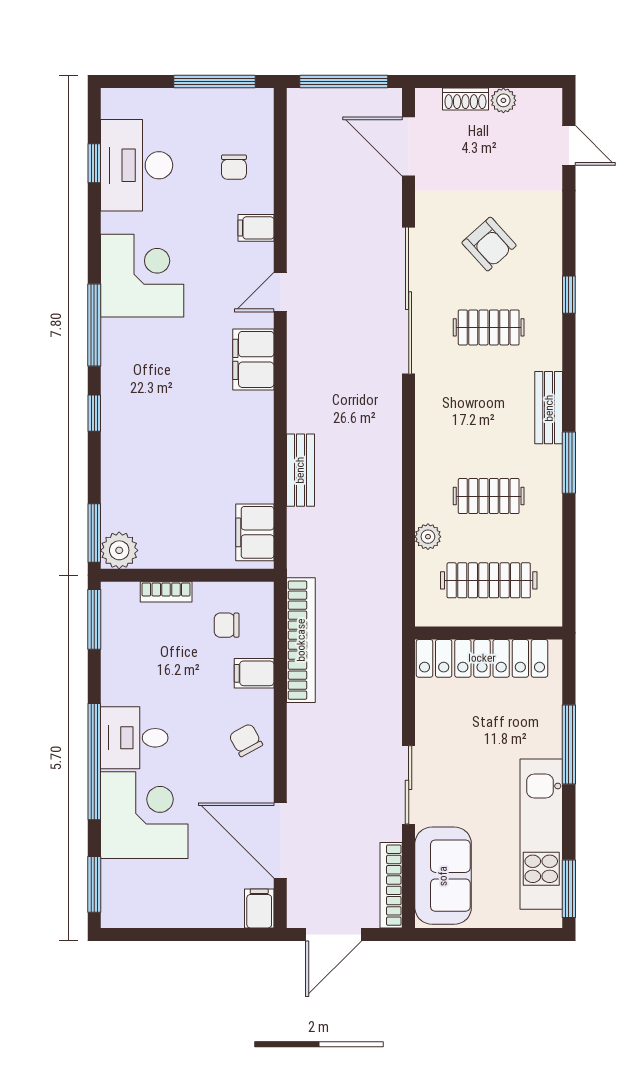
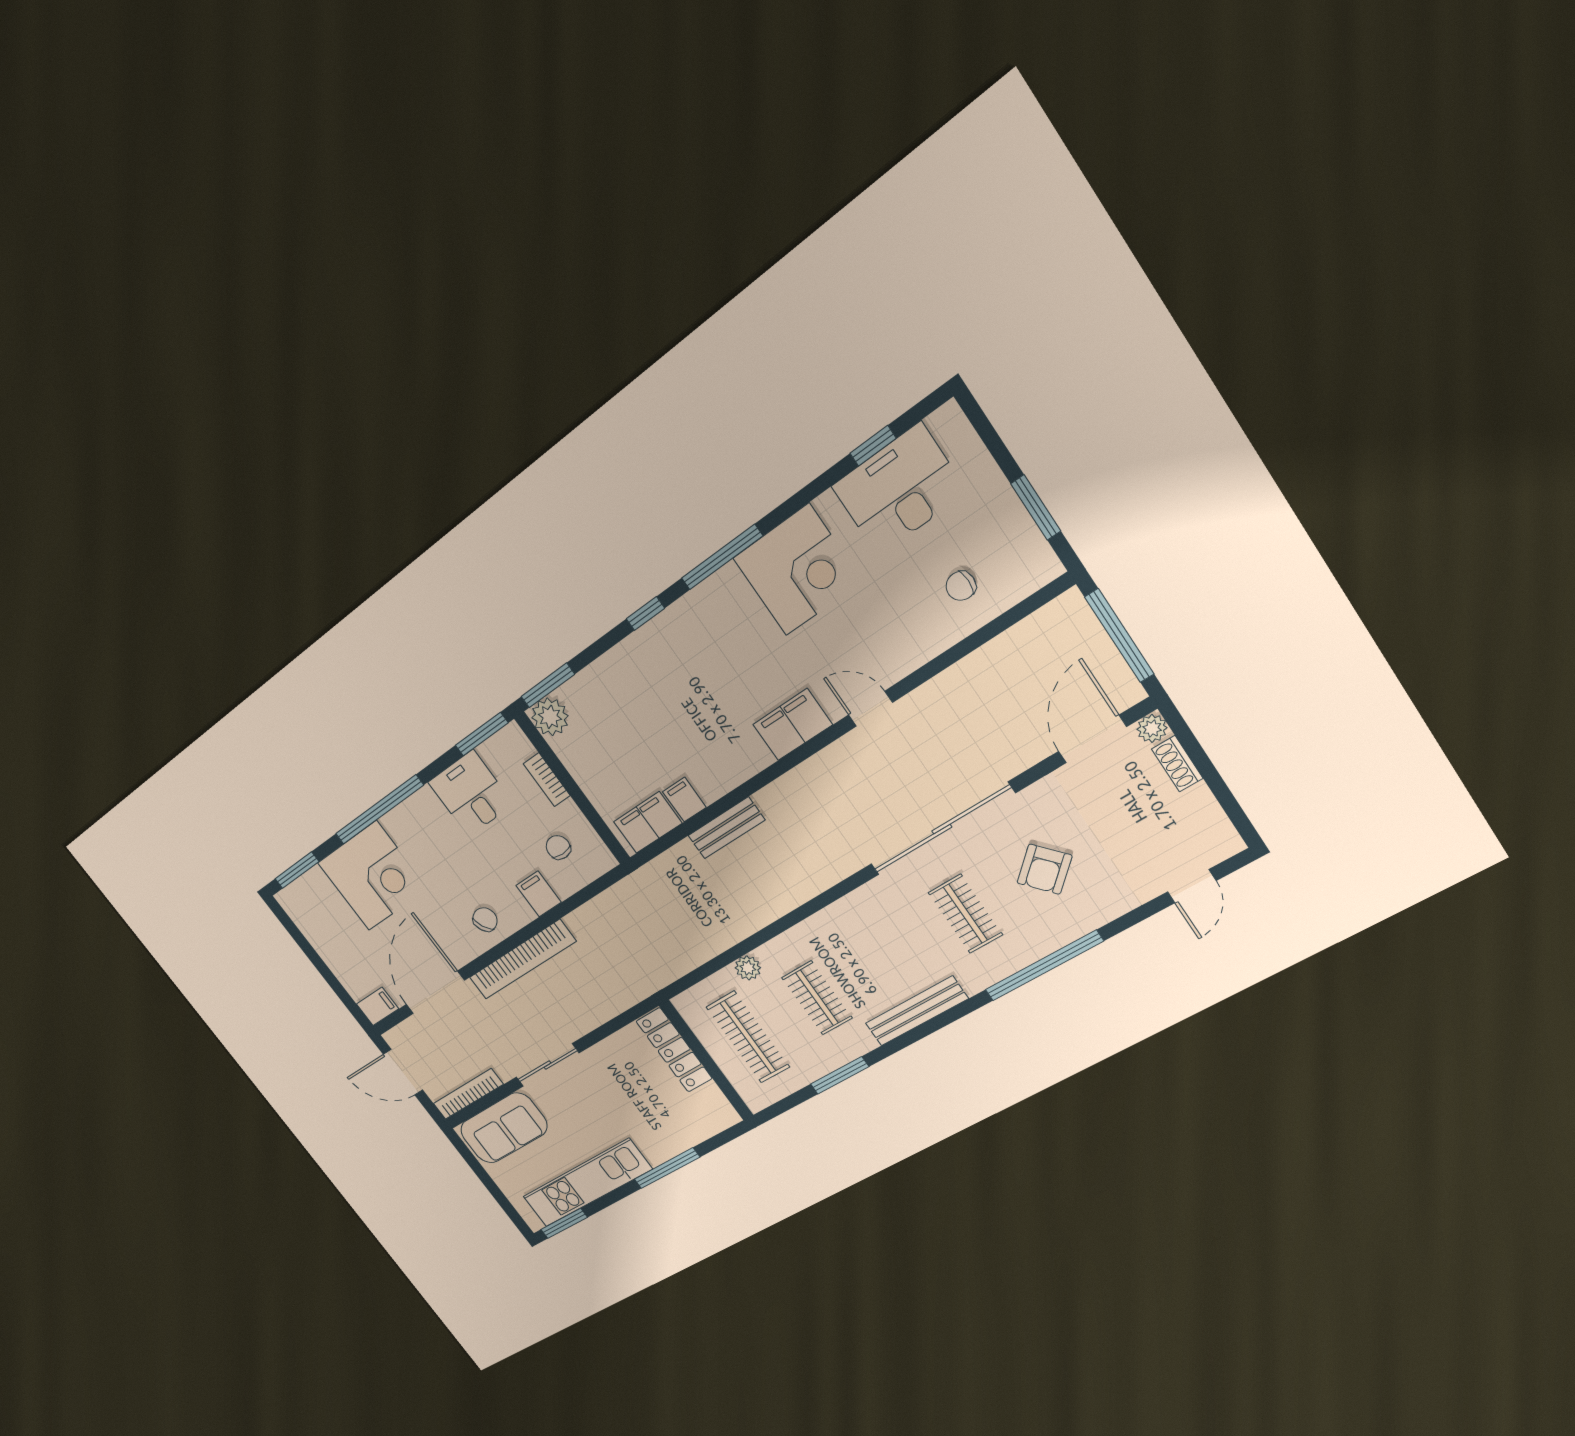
window: (214, 81) -> (1036, 507), width x0.69
plant: (503, 100) -> (1152, 728), moved
filing cabinet: (256, 228) -> (684, 800), moved
window: (569, 295) -> (1044, 966), width x3.17
bench: (549, 408) -> (917, 1011), width x1.36
window: (569, 463) -> (840, 1075), moved
bookcase: (301, 640) -> (522, 960), moved
locker: (482, 658) -> (674, 1050), width x0.71, depth x0.83
desk: (134, 738) -> (471, 793), moved

